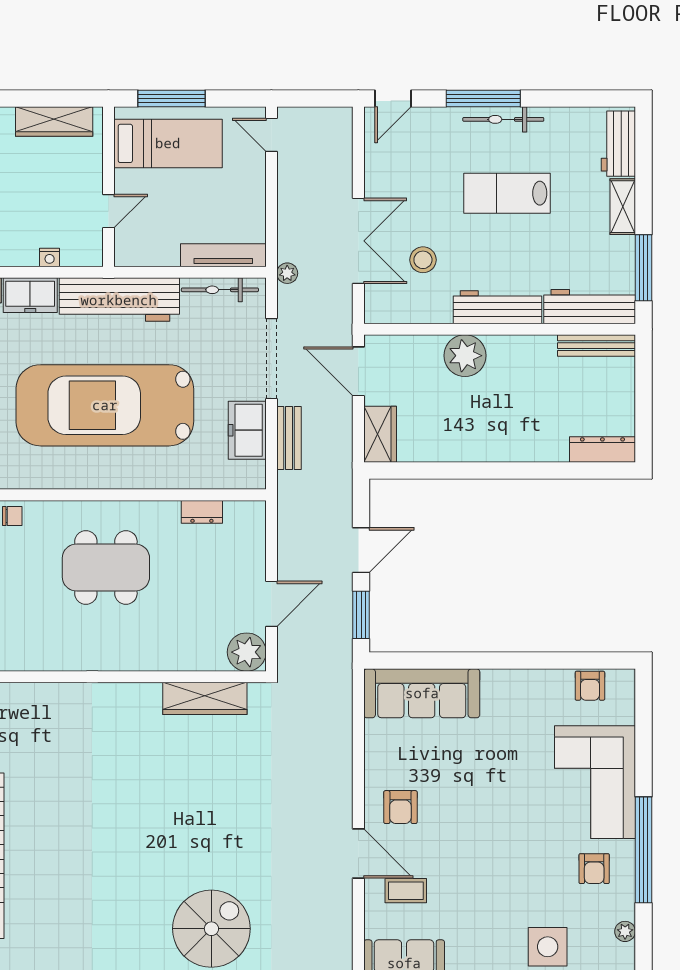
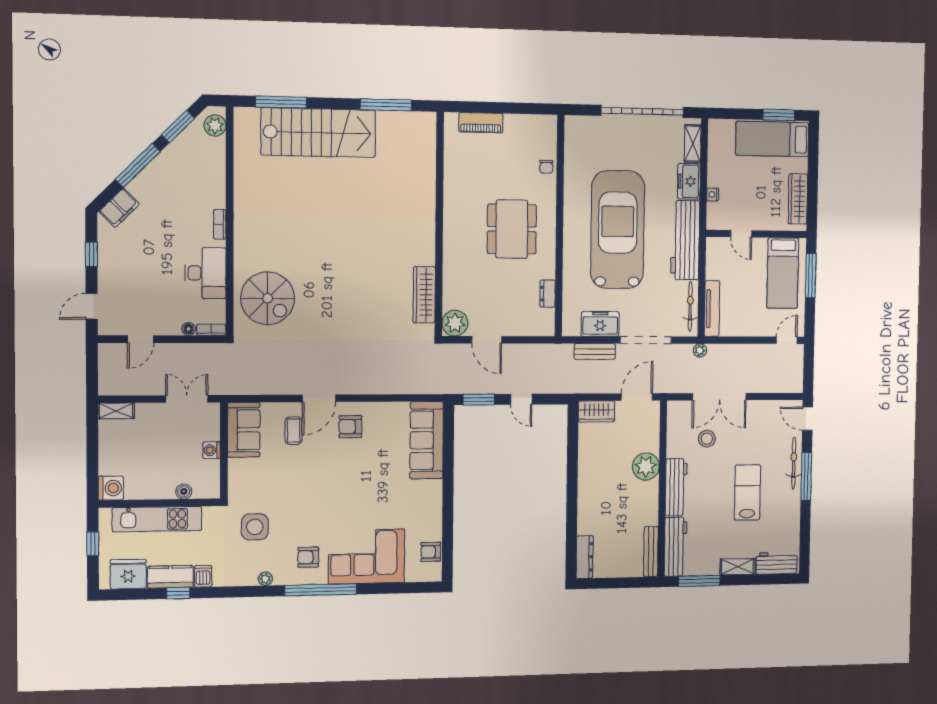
bicycle: (503, 119) -> (794, 463), moved
door: (361, 550) -> (521, 399), width x0.73

